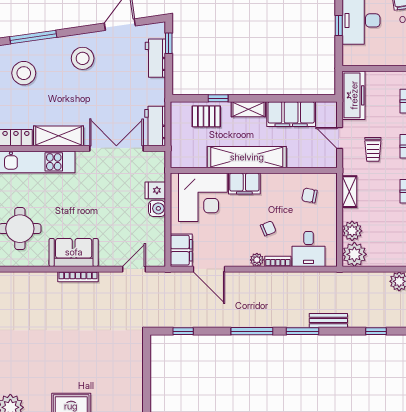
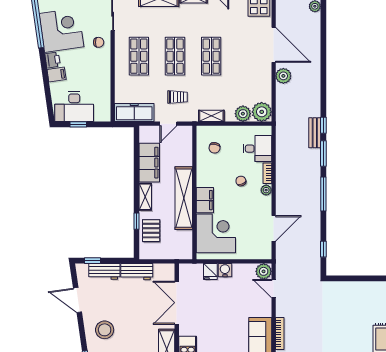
workbench: (155, 126) -> (137, 272), moved
filing cabinet: (181, 250) -> (258, 251), removed
plant: (155, 257) -> (264, 271), added
window: (376, 331) -> (323, 125), moved

